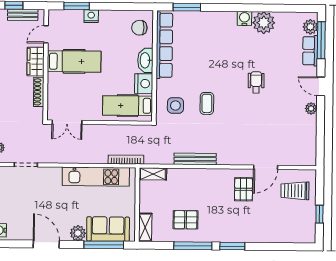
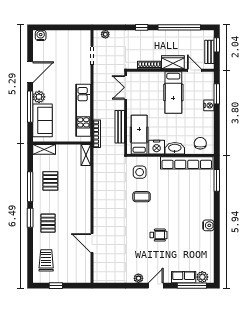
plant: (264, 23) -> (205, 241), removed
bench: (195, 159) -> (120, 127), moved
pallet: (244, 189) -> (48, 223), moved, turned 90
trolley: (295, 191) -> (46, 260), moved
window: (104, 245) -> (30, 107), moved

